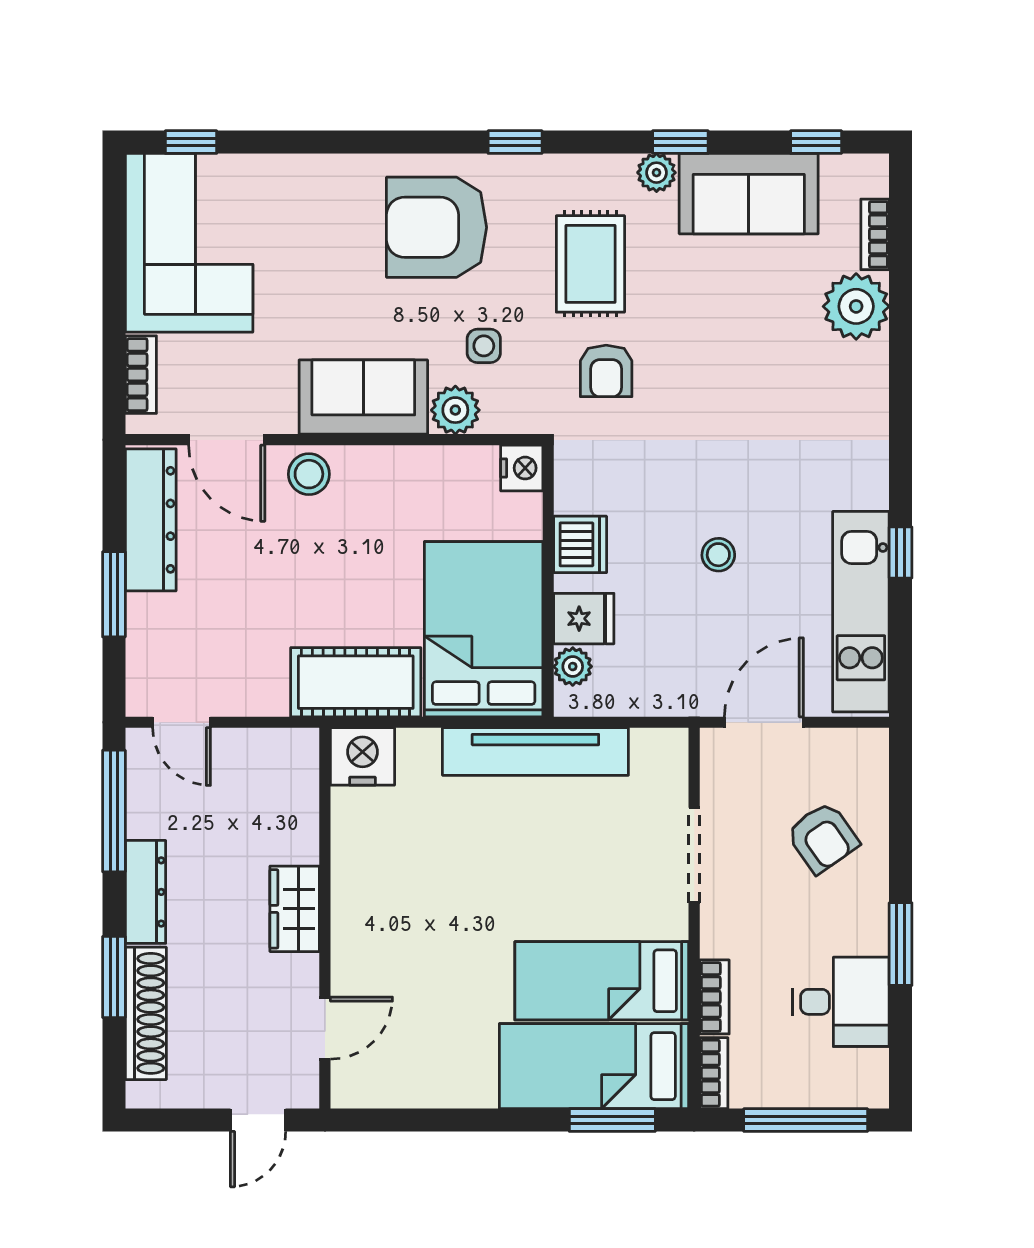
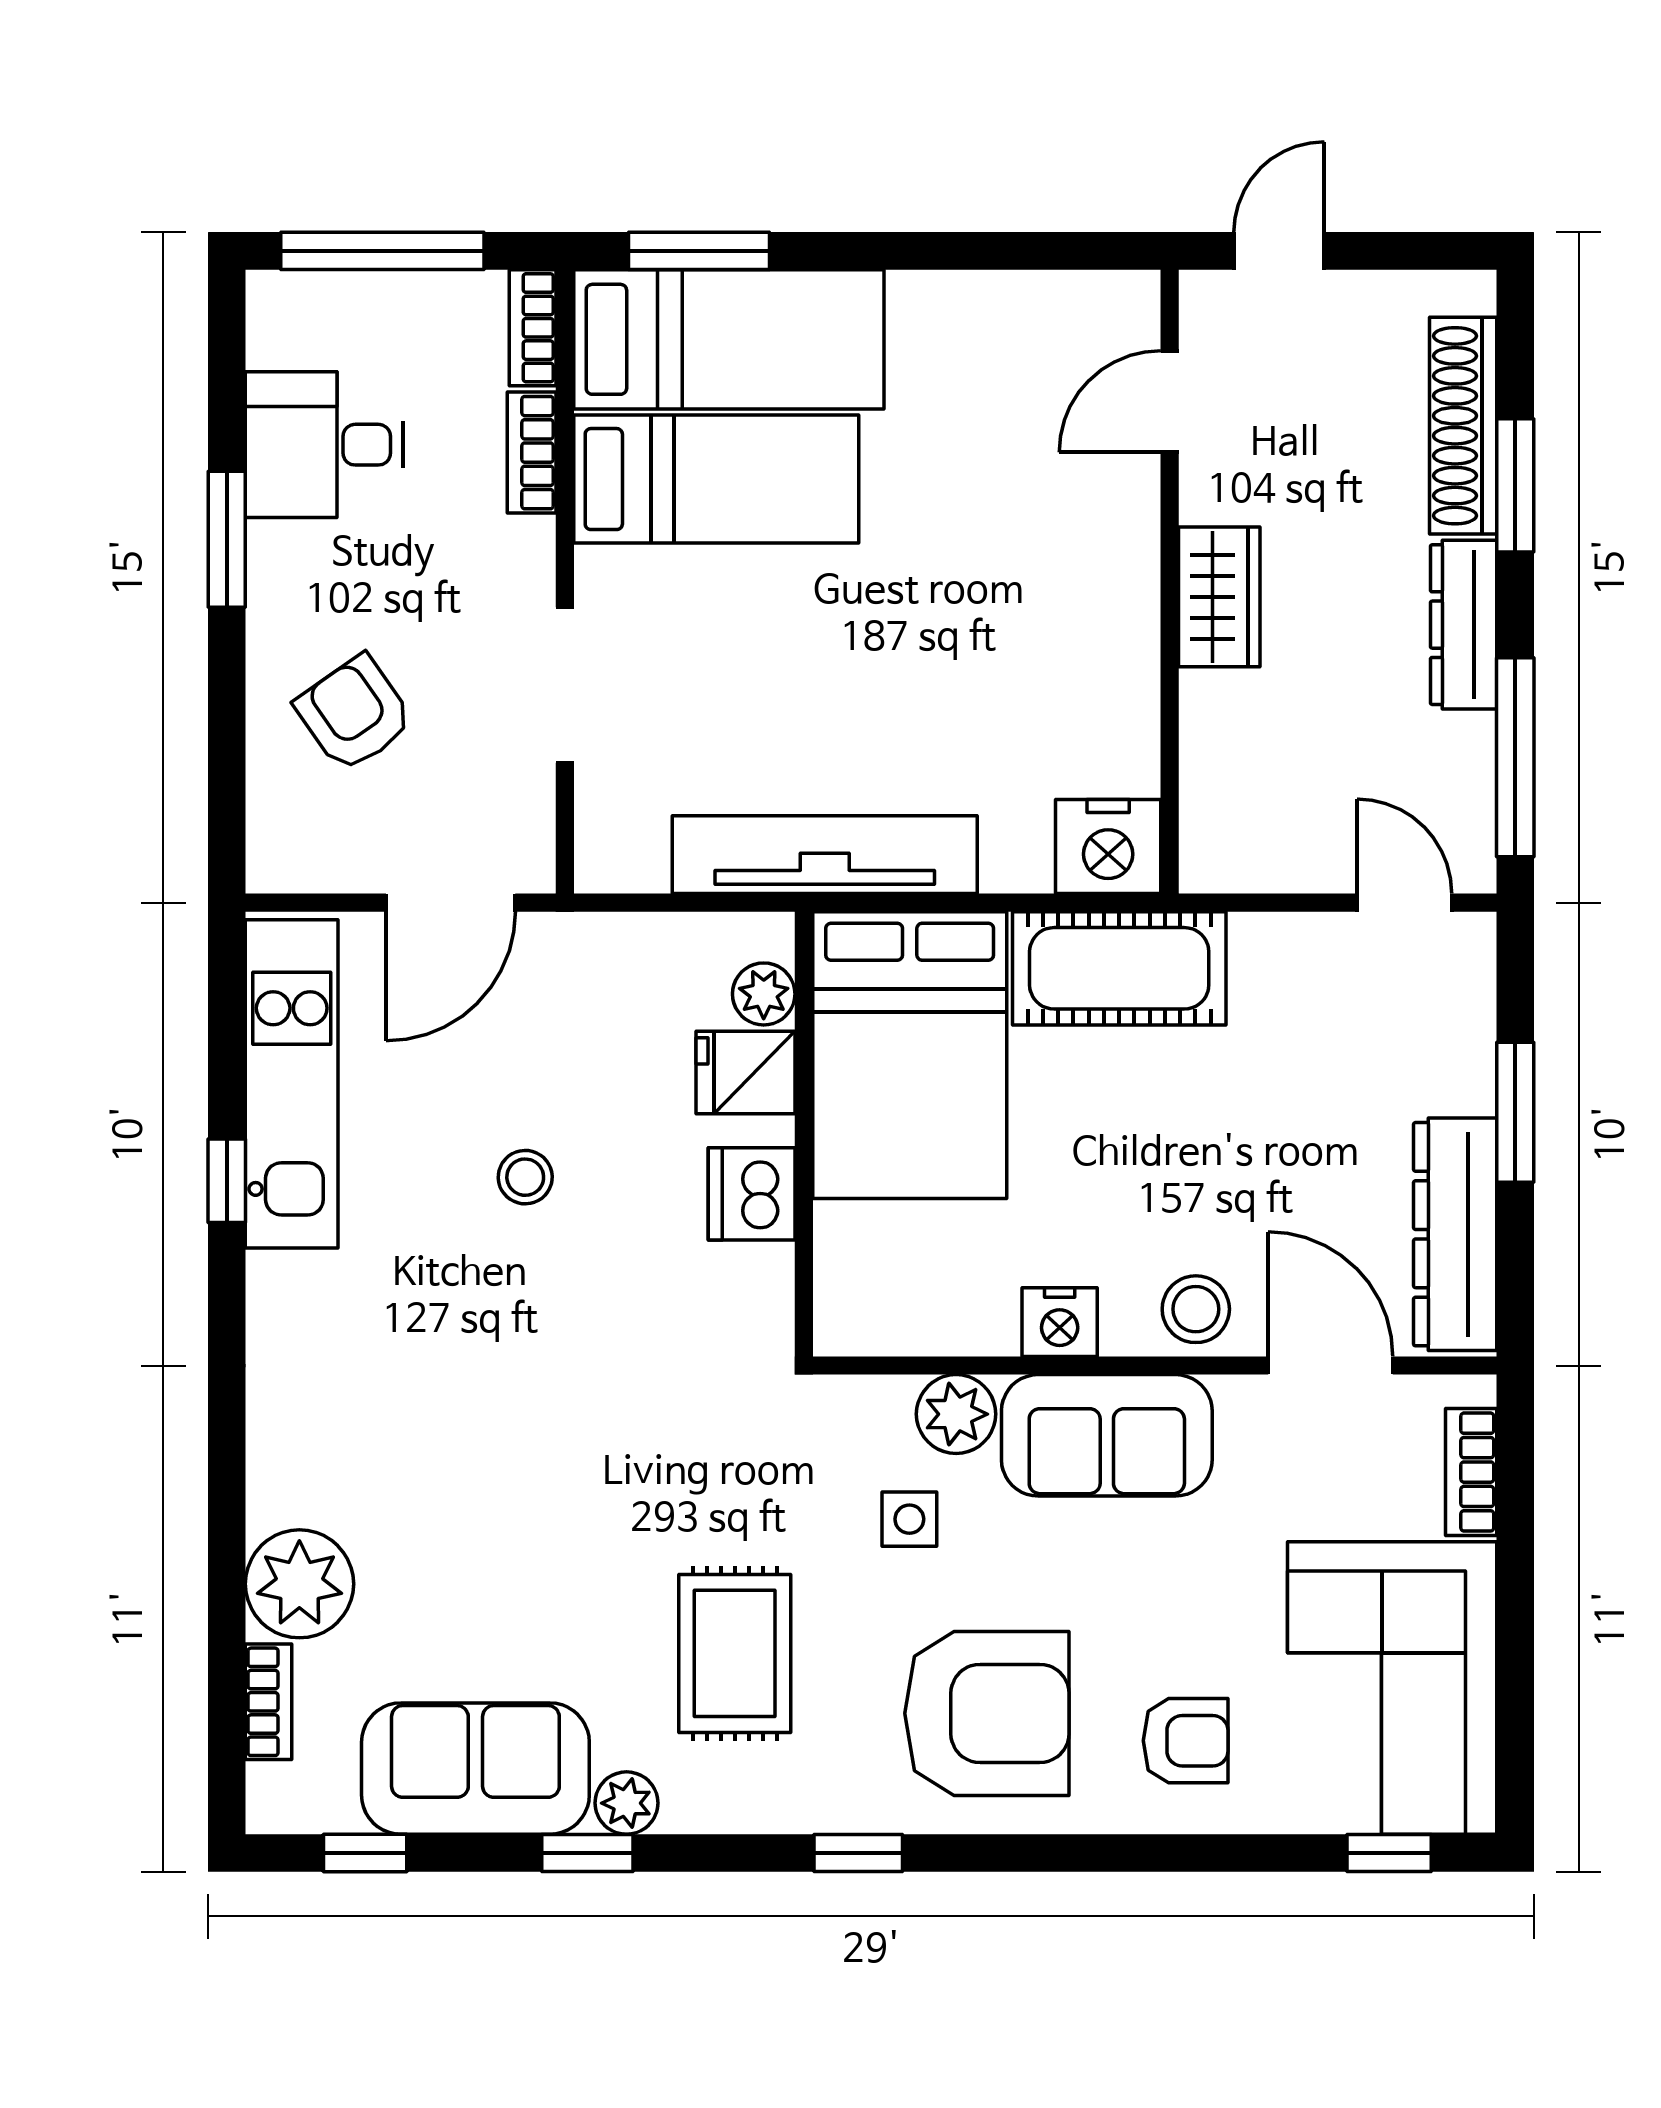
armchair: (606, 371) -> (1186, 1741), moved, turned 90
nightstand: (522, 468) -> (1060, 1322), moved, turned -90

